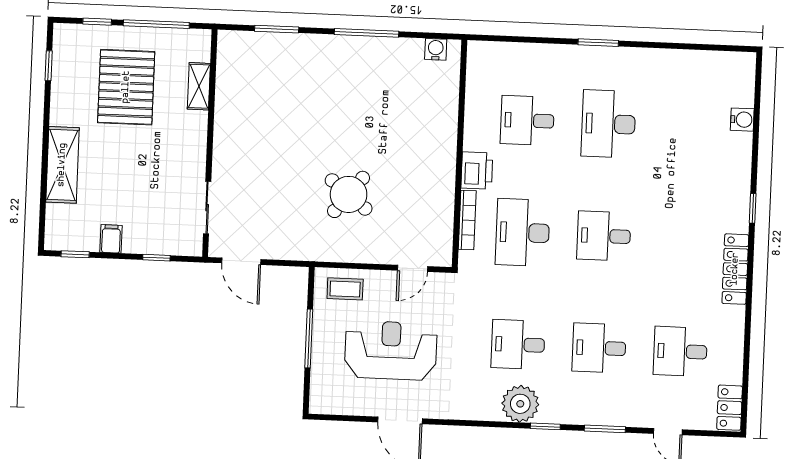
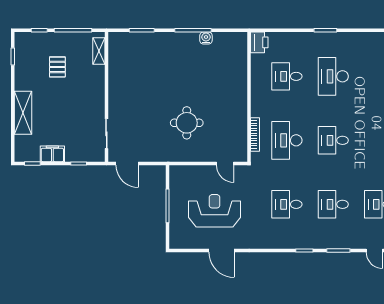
water cooler: (436, 49) -> (206, 38), moved
shelving: (199, 86) -> (99, 51), moved
pallet: (126, 87) -> (57, 67), width x0.49, depth x0.50
printer: (477, 170) -> (259, 42), moved
round table: (349, 194) -> (187, 123), turned -38
filing cabinet: (111, 239) -> (52, 154), width x2.00
door: (413, 268) -> (225, 163), hinge flipped
coffee table: (345, 289) -> (187, 177), removed
plant: (520, 404) -> (290, 238), removed

